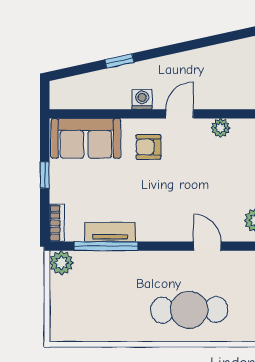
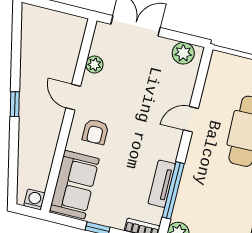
window: (119, 61) -> (15, 104), moved
washing machine: (142, 99) -> (34, 199), moved, turned 90
door: (207, 246) -> (191, 119), moved

